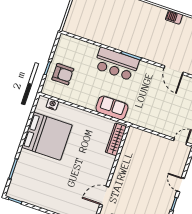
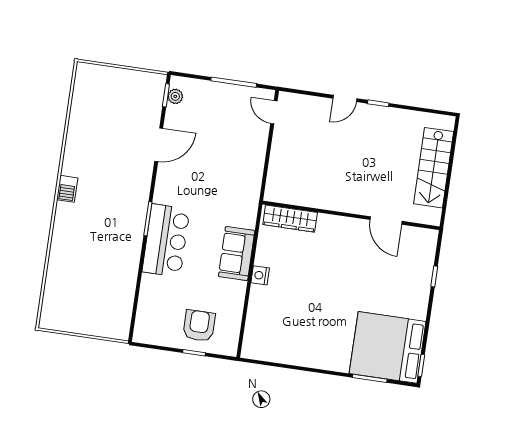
barbecue: (174, 17) -> (67, 189), moved
nightstand: (52, 104) -> (260, 275), moved
sofa: (112, 108) -> (237, 254), moved
bed: (47, 136) -> (388, 347), moved, turned -90

